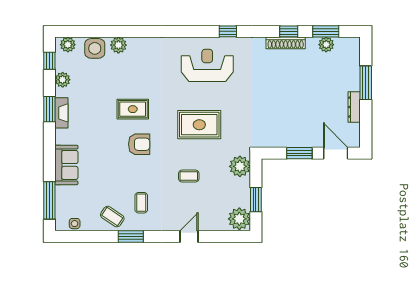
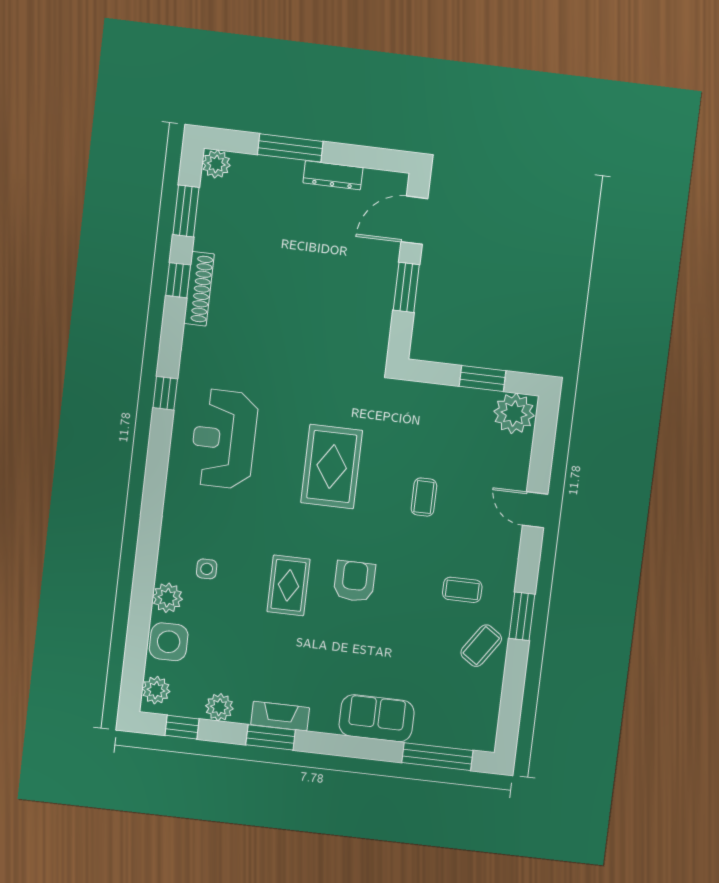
plant: (326, 45) -> (216, 164), moved
plant: (240, 166) -> (417, 401), removed
side table: (75, 224) -> (207, 569), moved

